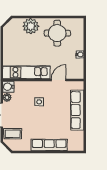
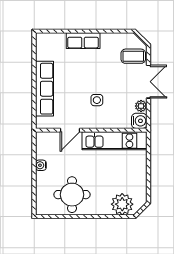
plant: (31, 26) -> (122, 204), moved
row of seats: (49, 145) -> (83, 41), width x0.68

